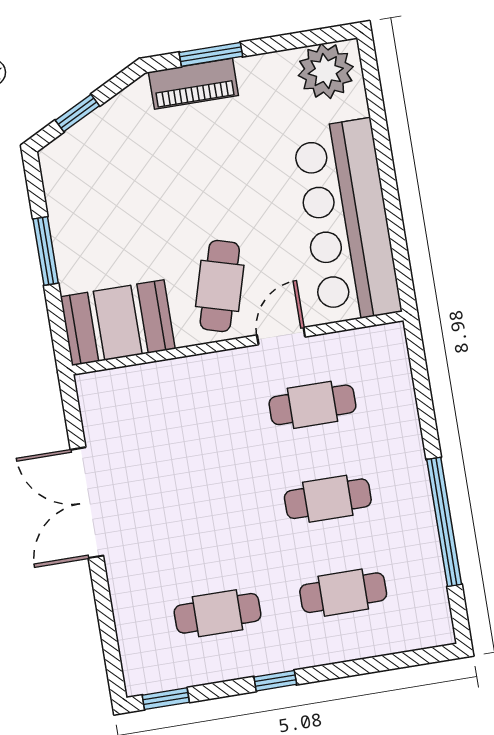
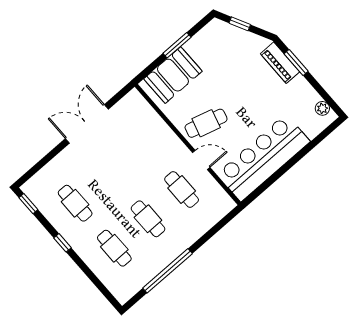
plant: (326, 71) -> (322, 108), width x0.53, depth x0.53
booth: (118, 323) -> (173, 75), moved, turned 90

